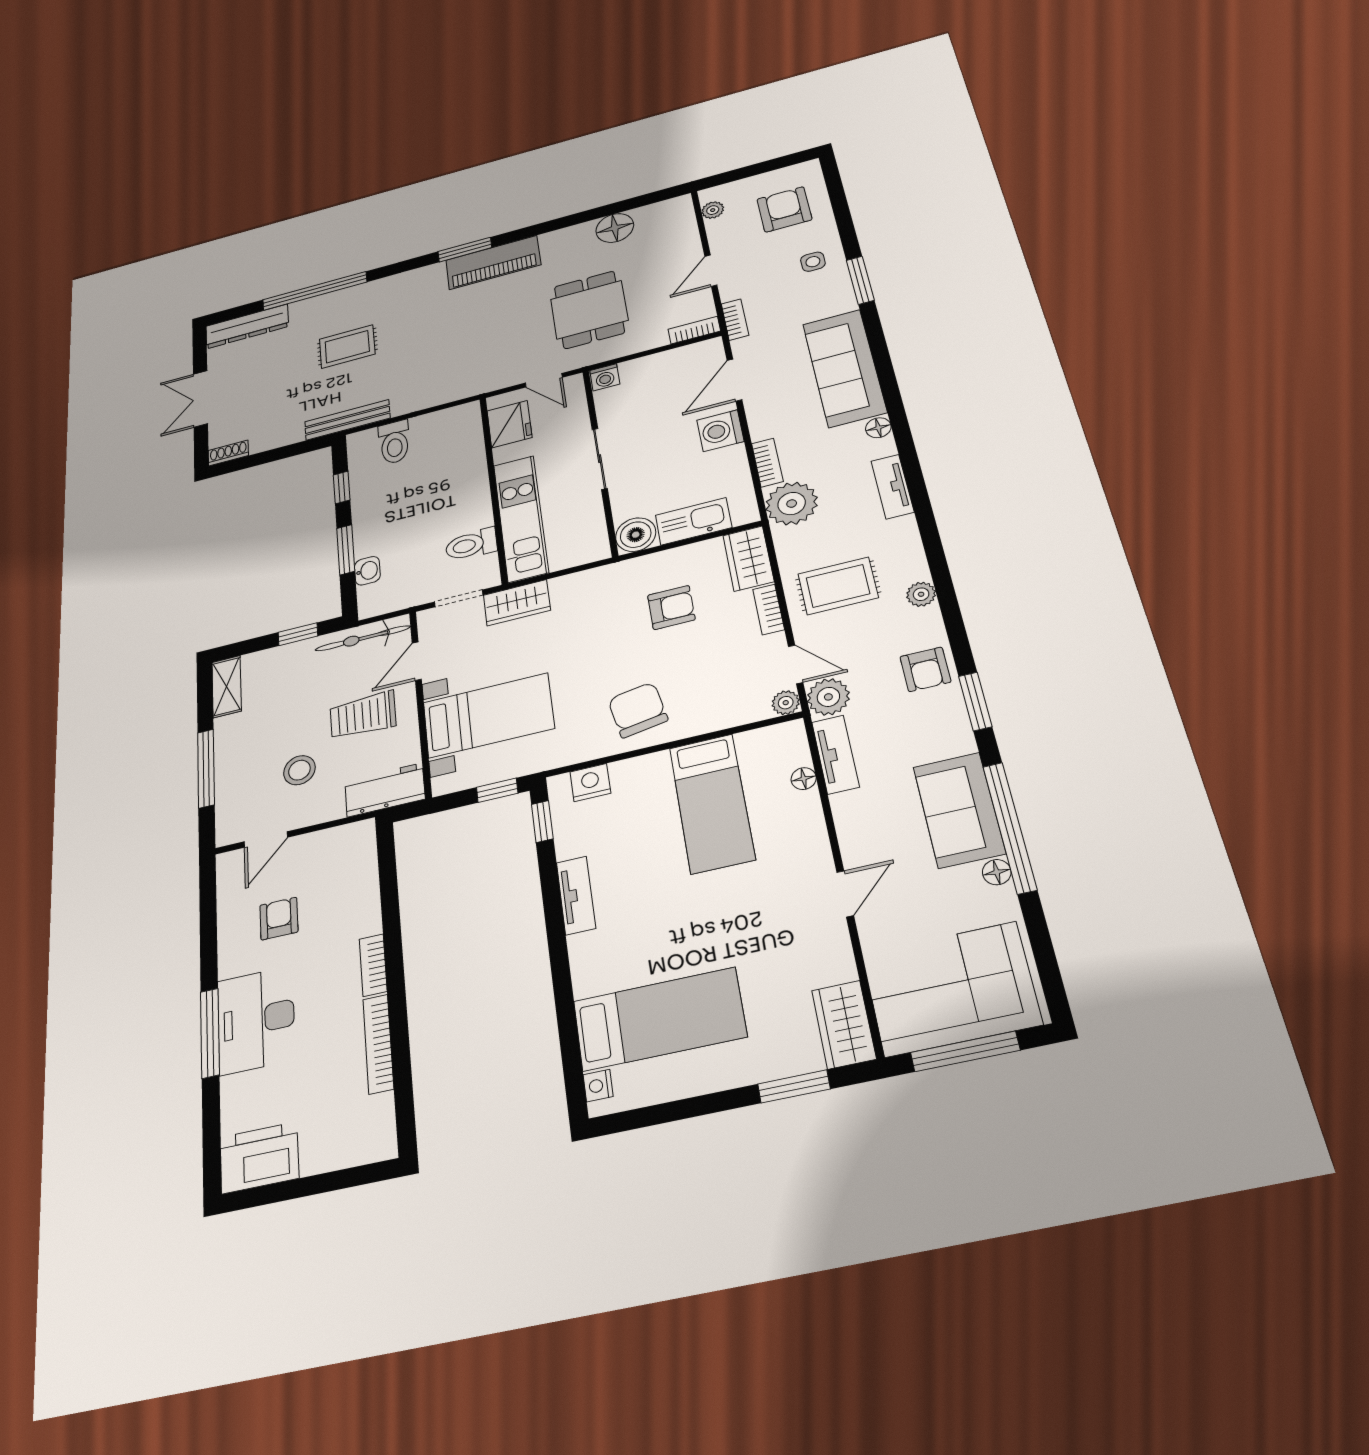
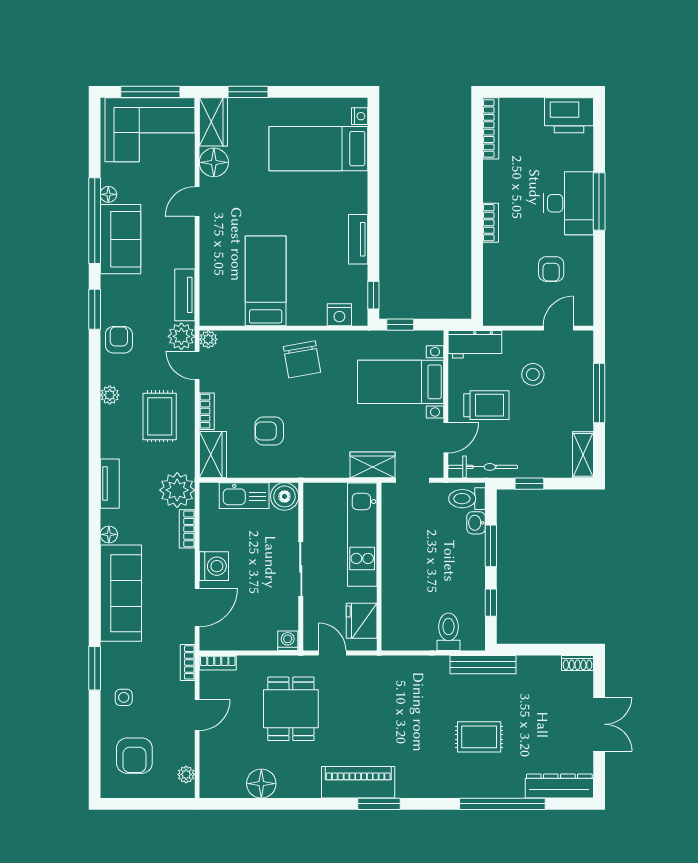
toilet: (471, 545) -> (467, 499), moved, turned 180
rug: (838, 586) -> (160, 416), turned 90
floor lamp: (804, 779) -> (214, 162), moved, width x1.89, depth x1.89
bookcase: (378, 1044) -> (491, 128), moved

